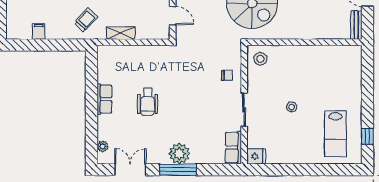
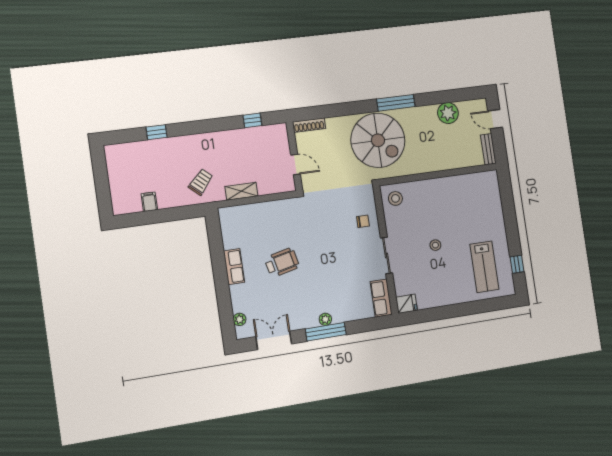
wheelchair: (148, 102) -> (282, 263), turned -103
plant: (179, 154) -> (325, 319), width x0.53, depth x0.53

